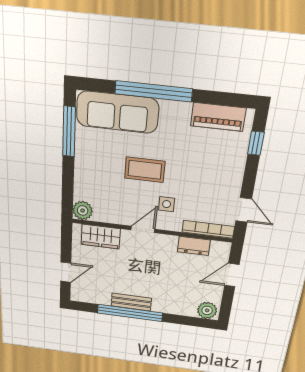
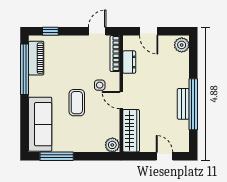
window: (154, 91) -> (25, 69), moved
wardrobe: (101, 237) -> (131, 131), width x1.50

